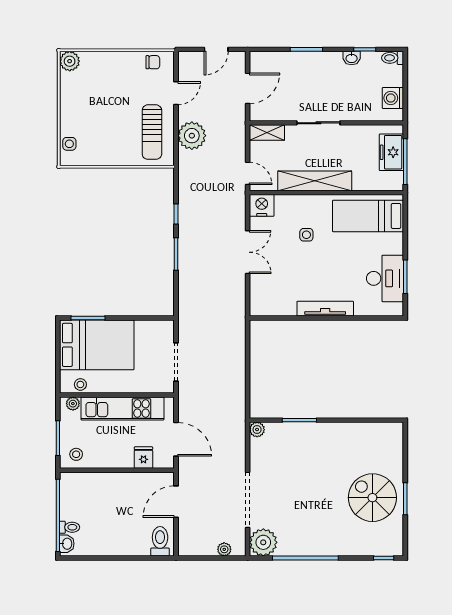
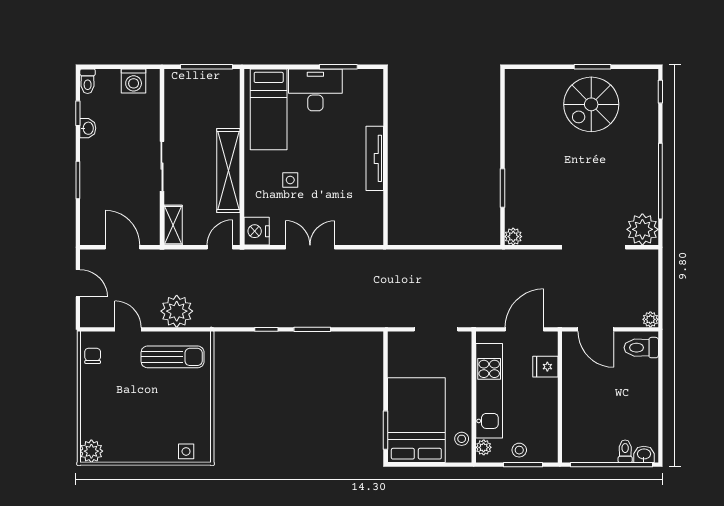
freezer: (391, 152) -> (196, 83), removed
desk: (385, 278) -> (315, 90), moved
stool: (76, 454) -> (519, 450), moved
plant: (224, 549) -> (650, 319), moved

